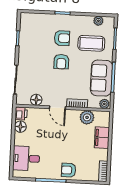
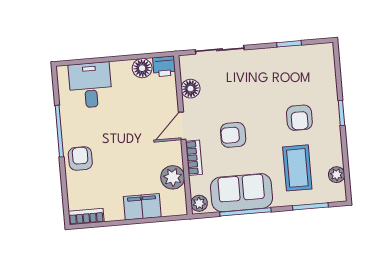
armchair: (61, 62) -> (233, 135), moved

